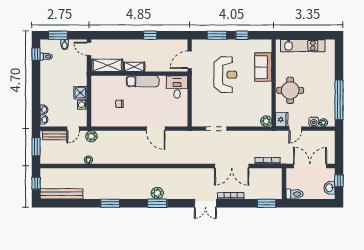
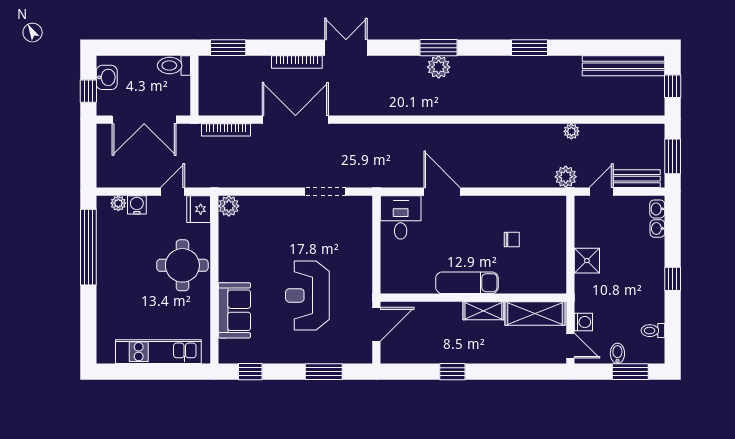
window: (242, 35) -> (250, 372), moved
window: (36, 54) -> (673, 279), moved
desk: (177, 87) -> (401, 217), moved, turned 180
washing machine: (82, 105) -> (583, 322), moved

